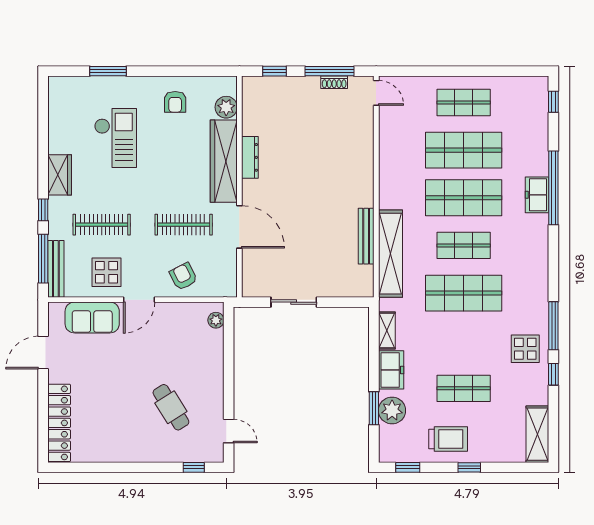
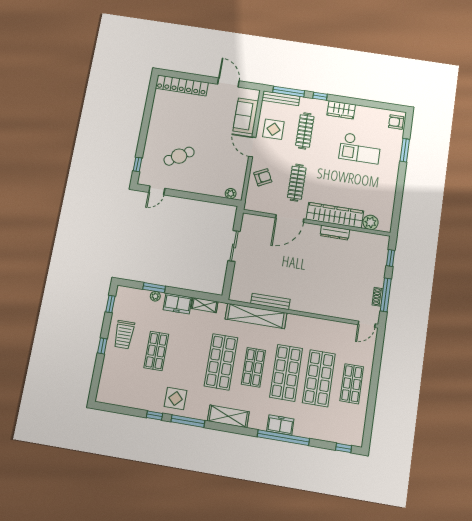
armchair: (175, 102) -> (396, 122), moved
plant: (392, 410) -> (155, 296), width x0.53, depth x0.53
shelving: (537, 434) -> (228, 416), moved

